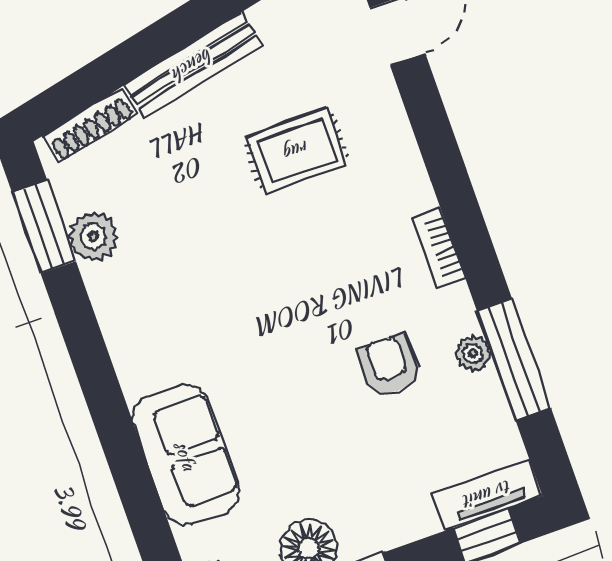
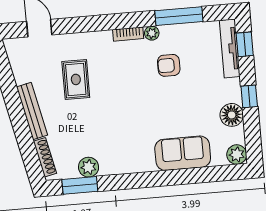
plant: (473, 353) -> (152, 33), moved
tv unit: (488, 495) -> (230, 48), width x1.41

